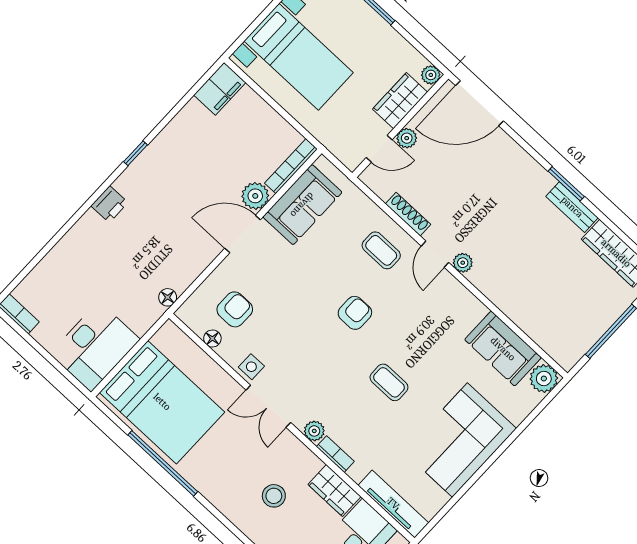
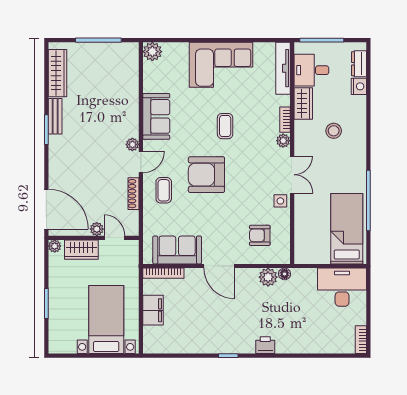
filing cabinet: (220, 89) -> (153, 310), moved, turned 90
plant: (255, 196) -> (268, 277), moved
armchair: (355, 313) -> (206, 175), width x1.88, depth x1.88
floor lamp: (212, 338) -> (284, 233), removed
sofa: (503, 349) -> (156, 116), moved
bed: (162, 402) -> (347, 229), width x0.67

